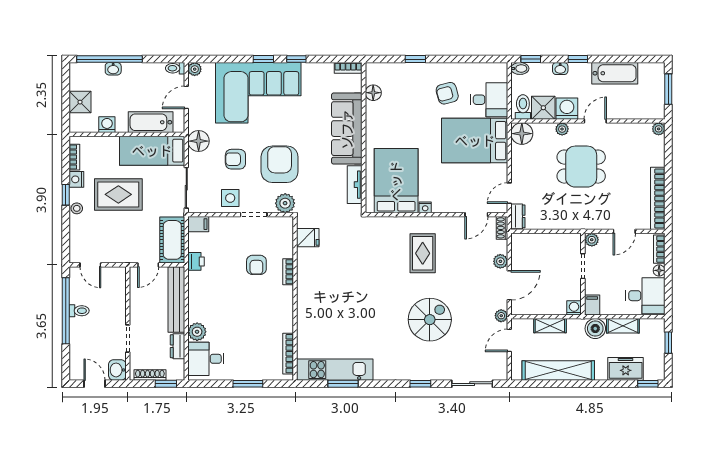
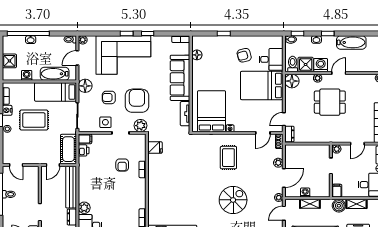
printer: (196, 261) -> (84, 150), moved
washing machine: (574, 308) -> (305, 192), moved

